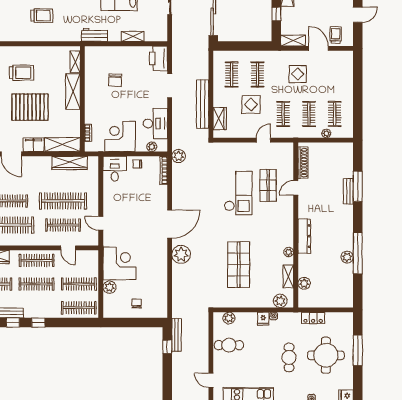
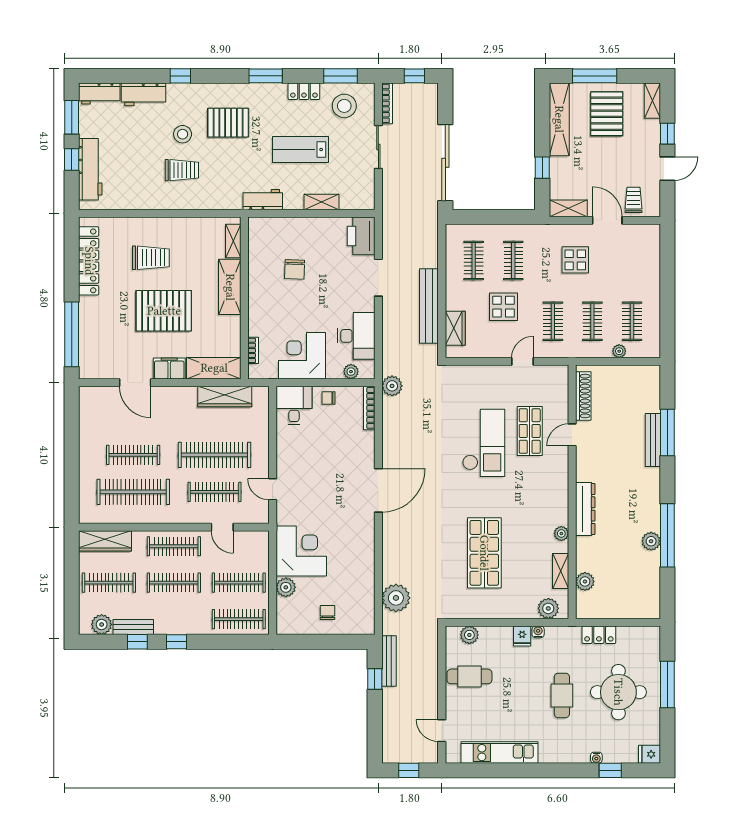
bench: (348, 191) -> (653, 440), width x1.36
plant: (181, 254) -> (396, 598), moved

